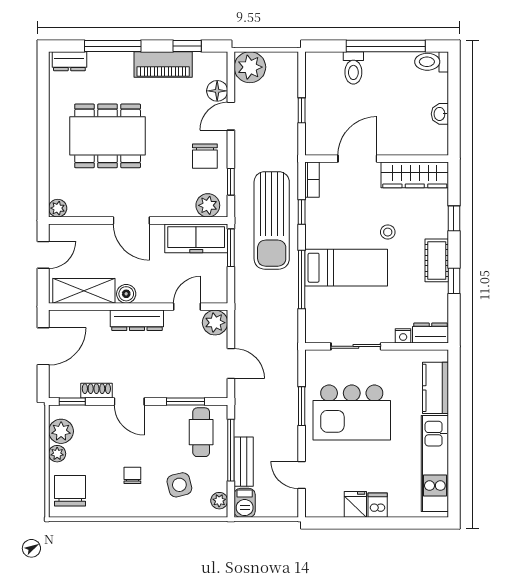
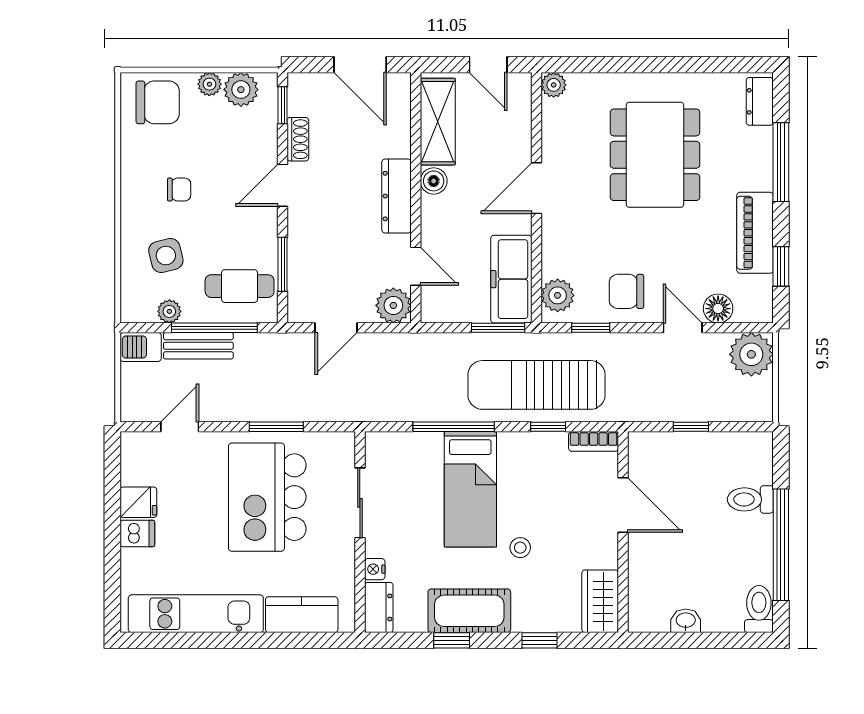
wardrobe: (415, 175) -> (600, 601), width x0.67
cot: (437, 260) -> (469, 611), width x1.37, depth x1.34
plant: (219, 501) -> (169, 311), moved

